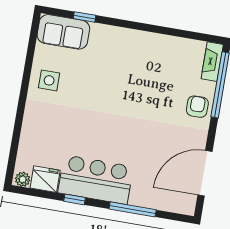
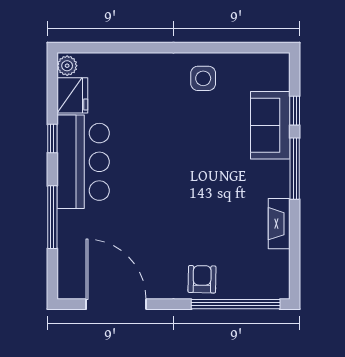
window: (127, 24) -> (295, 169), added
sofa: (63, 32) -> (270, 125), moved
fireplace: (212, 62) -> (279, 224), moved, turned -90
armchair: (197, 107) -> (202, 279), turned -89

